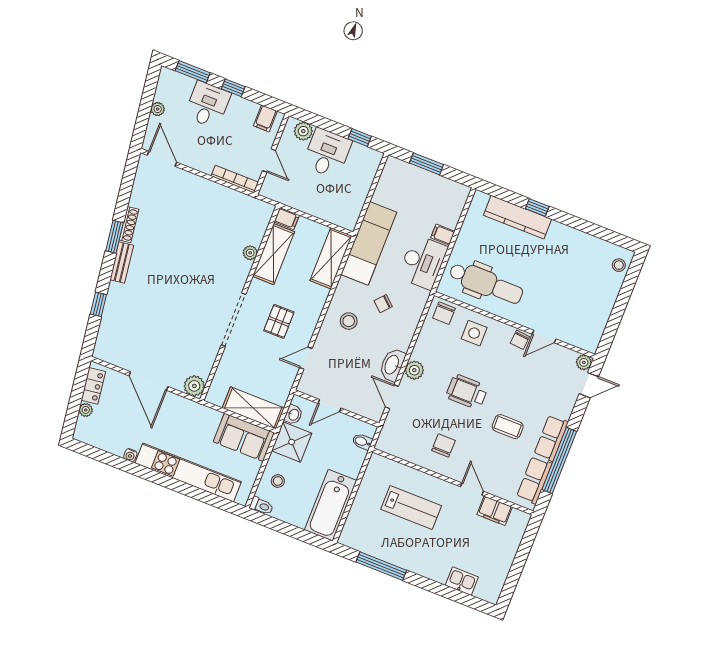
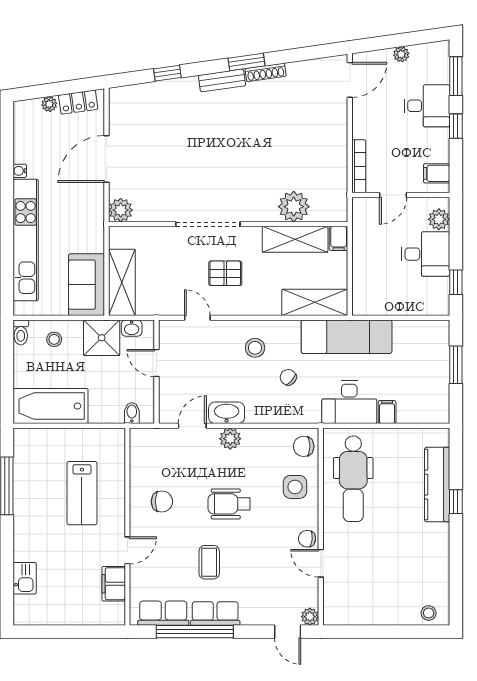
plant: (250, 253) -> (294, 207), width x1.87, depth x1.87
wheelchair: (467, 392) -> (229, 504), turned -90

